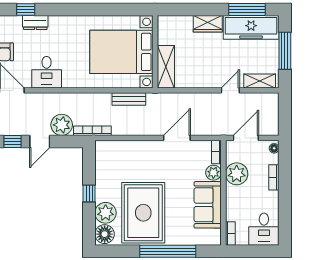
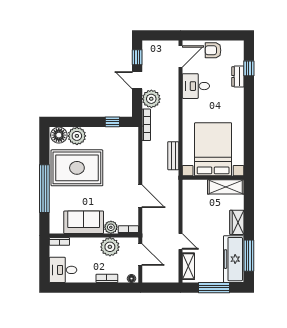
shelving: (166, 67) -> (226, 187), moved
window: (89, 194) -> (112, 122), moved

